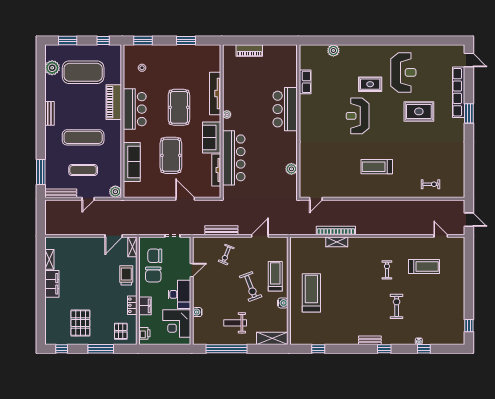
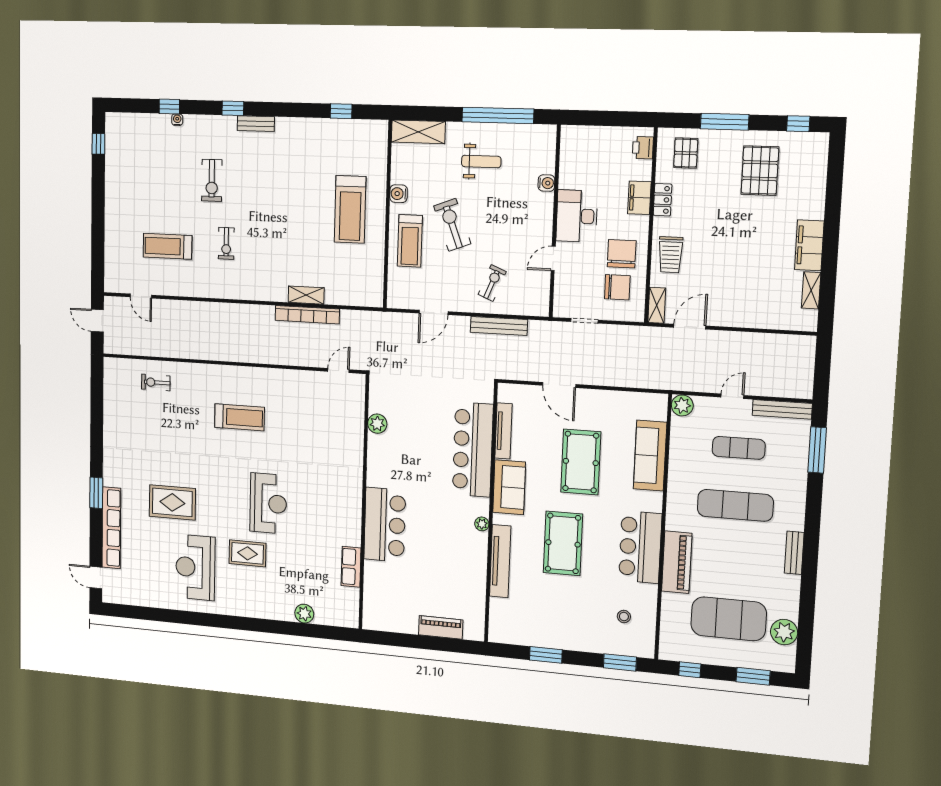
corner desk: (177, 323) -> (584, 164), removed

